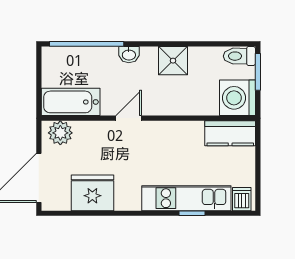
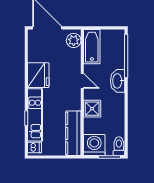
washbasin: (129, 55) -> (118, 81), width x1.91, depth x1.45
shower: (173, 61) -> (92, 109), moved
kitchen counter: (230, 133) -> (73, 133), width x1.50
fridge: (92, 193) -> (38, 75), moved

